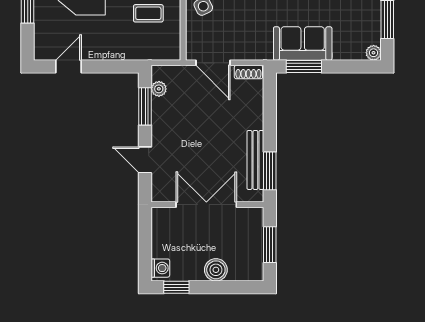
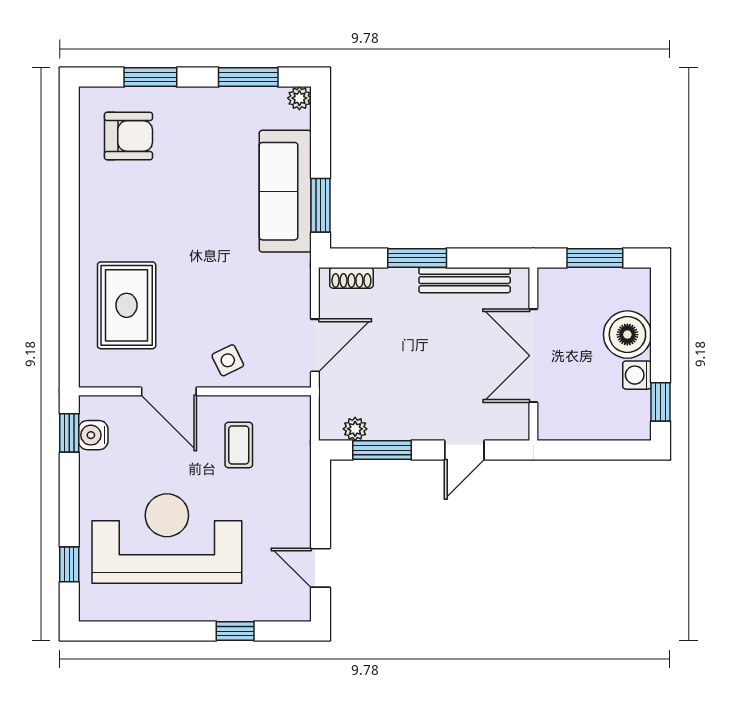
sofa: (303, 44) -> (285, 191), width x1.36
shoe rack: (248, 72) -> (351, 278), moved, turned 90
window: (270, 171) -> (417, 258), moved
washing machine: (160, 268) -> (637, 375), moved, turned -90
boiler: (216, 270) -> (627, 335), width x1.37, depth x1.37

